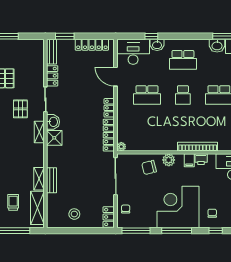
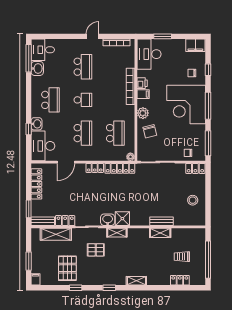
school desk: (147, 130) -> (115, 133), added
shelving: (37, 208) -> (56, 234), moved

